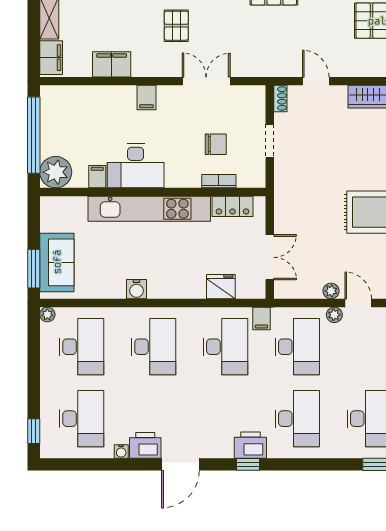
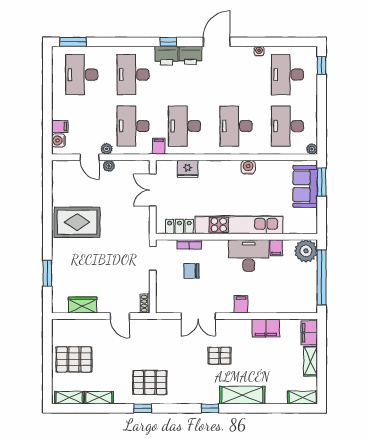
pallet: (176, 26) -> (220, 356), turned 90
doorway: (270, 141) -> (153, 258), moved
printer: (145, 445) -> (190, 55), moved

